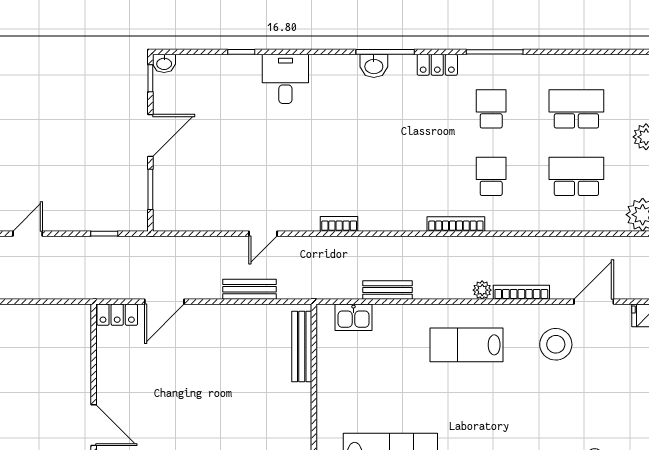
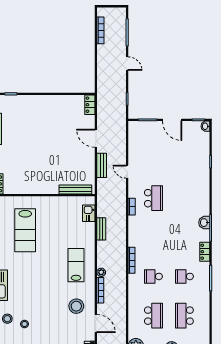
desk: (285, 79) -> (198, 182), removed
school desk: (491, 109) -> (184, 276), turned 180
school desk: (576, 109) -> (184, 316), turned 180
school desk: (321, 176) -> (153, 198), added
school desk: (491, 176) -> (153, 276), turned 180
door: (164, 302) -> (96, 138), moved
door: (94, 425) -> (39, 94), removed

